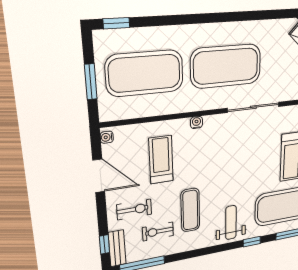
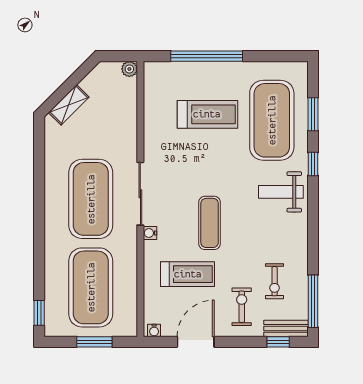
sliding door: (253, 107) -> (140, 194), moved
treadmill: (161, 160) -> (188, 274), turned 180
exercise mat: (190, 210) -> (210, 223), moved, turned 90

